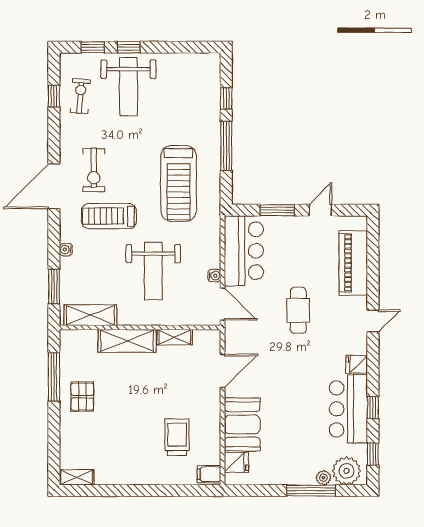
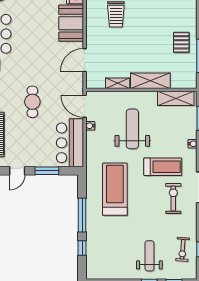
weight bench: (128, 87) -> (149, 256), width x0.73, depth x0.75

